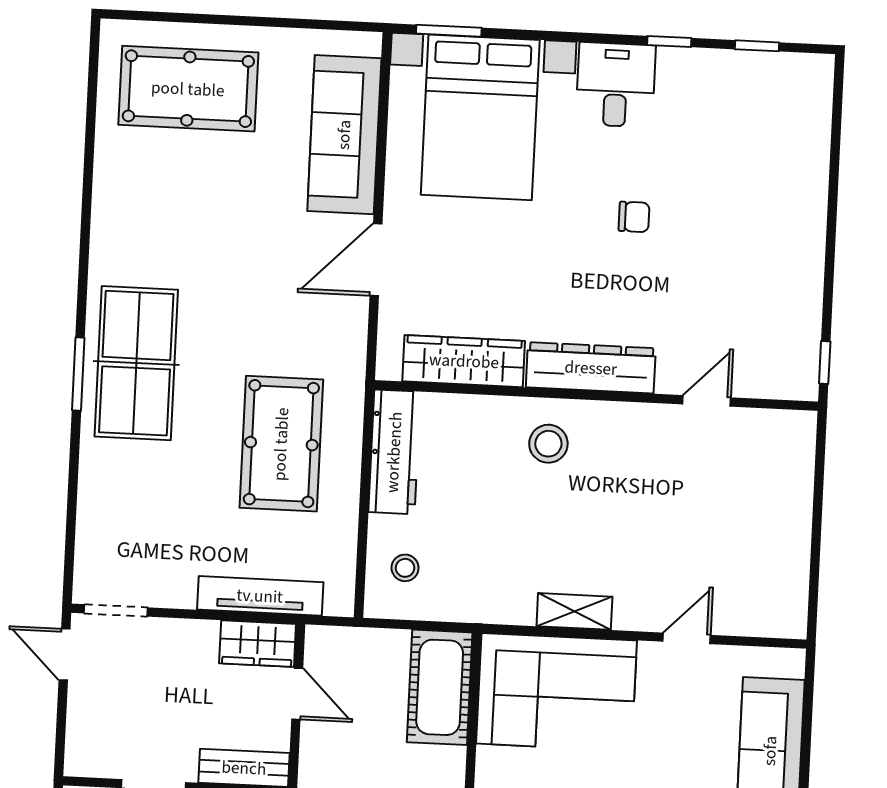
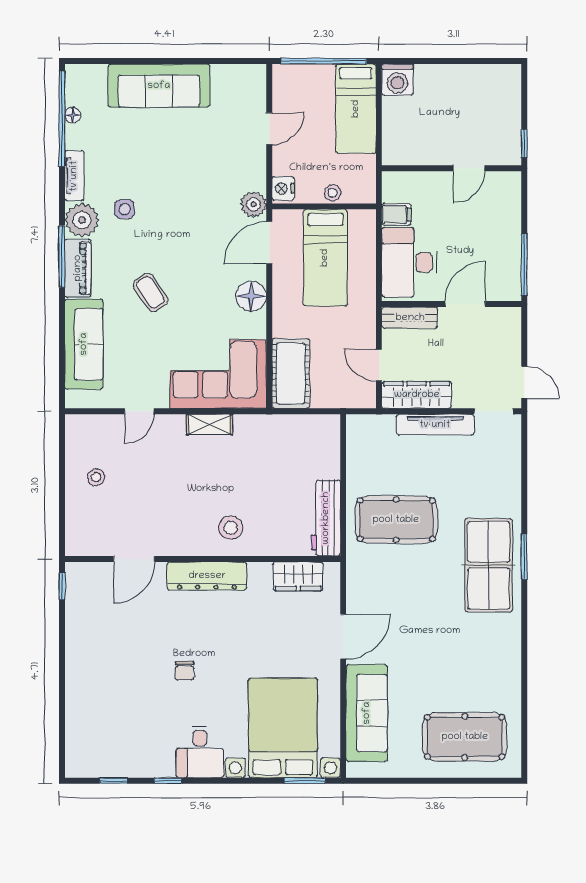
chair: (634, 217) -> (185, 671), turned -90
wardrobe: (464, 361) -> (298, 576), width x0.67
door: (707, 401) -> (134, 559), width x1.38
pool table: (281, 444) -> (396, 520), turned 90
stool: (405, 568) -> (96, 477), moved
tv unit: (260, 596) -> (435, 425), moved
wardrobe: (258, 644) -> (417, 395), width x1.50

